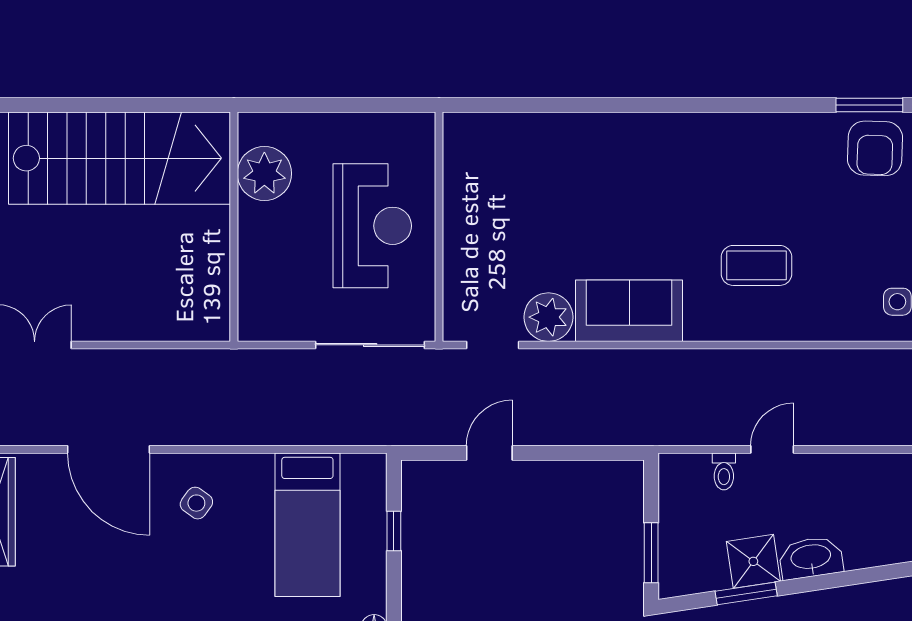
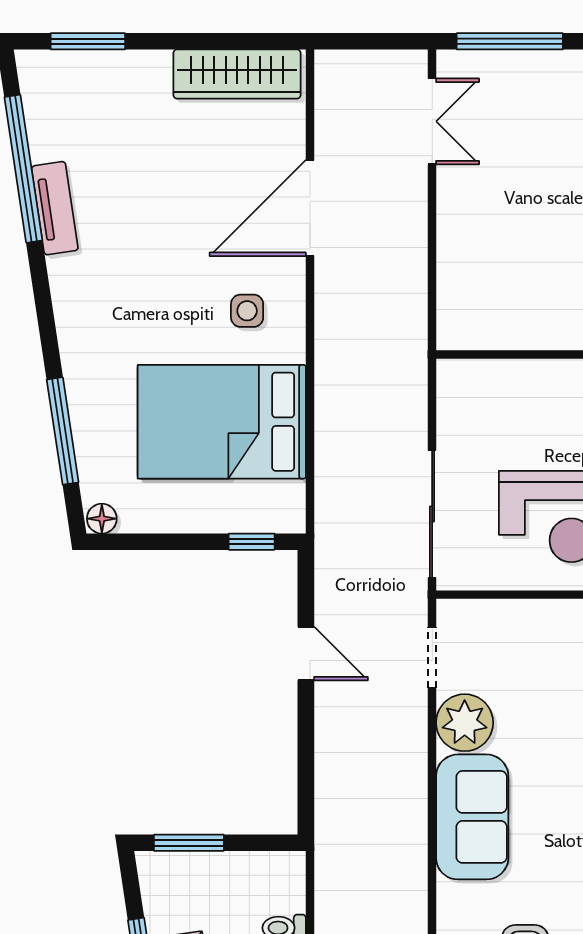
side table: (196, 503) -> (247, 311), turned -36
bed: (307, 525) -> (222, 422), width x1.50
window: (394, 531) -> (252, 542), moved

